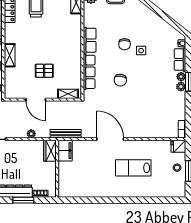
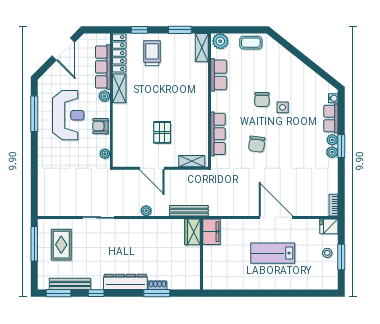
row of seats: (90, 40) -> (219, 75), moved
shelving: (10, 55) -> (119, 88), moved
pallet: (44, 71) -> (162, 132), turned 90
door: (110, 139) -> (276, 217), moved
wardrobe: (50, 151) -> (192, 232), moved
filing cabinet: (65, 151) -> (211, 232), moved
wall: (57, 169) -> (201, 254), moved
window: (23, 200) -> (157, 293), moved

